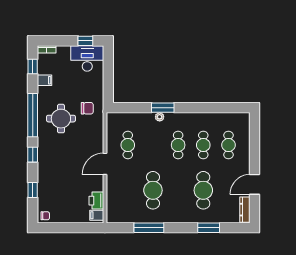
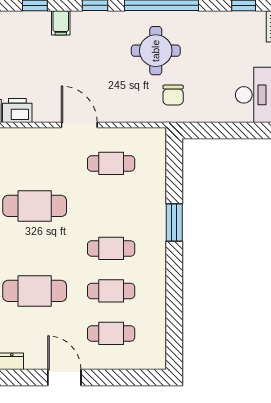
filing cabinet: (45, 80) -> (61, 23), moved
plant: (160, 117) -> (159, 217), removed
door: (255, 184) -> (64, 377), moved

